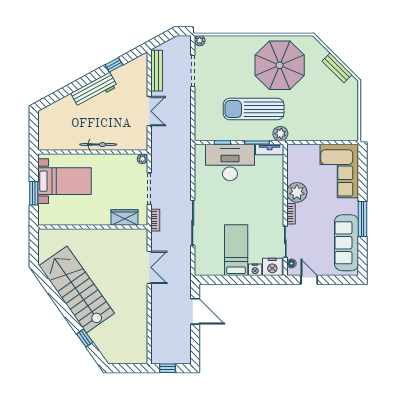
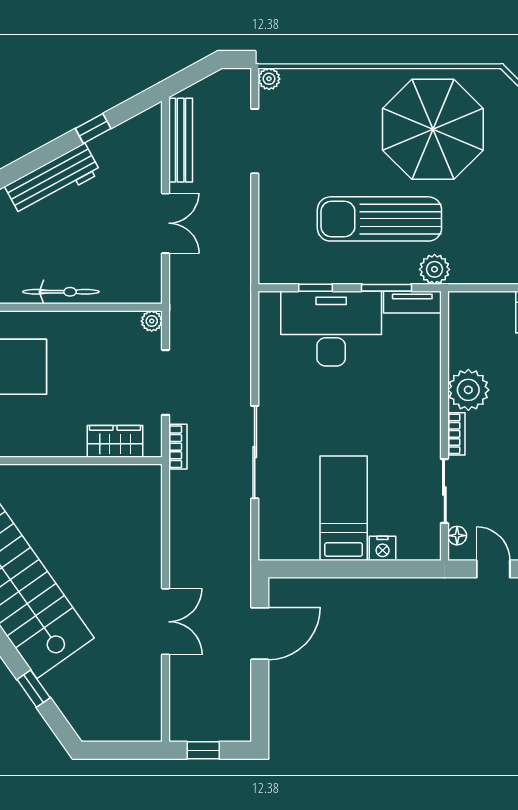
double door: (149, 267) -> (165, 622), moved
nightstand: (272, 267) -> (418, 543), removed
door: (195, 311) -> (260, 634), hinge flipped

